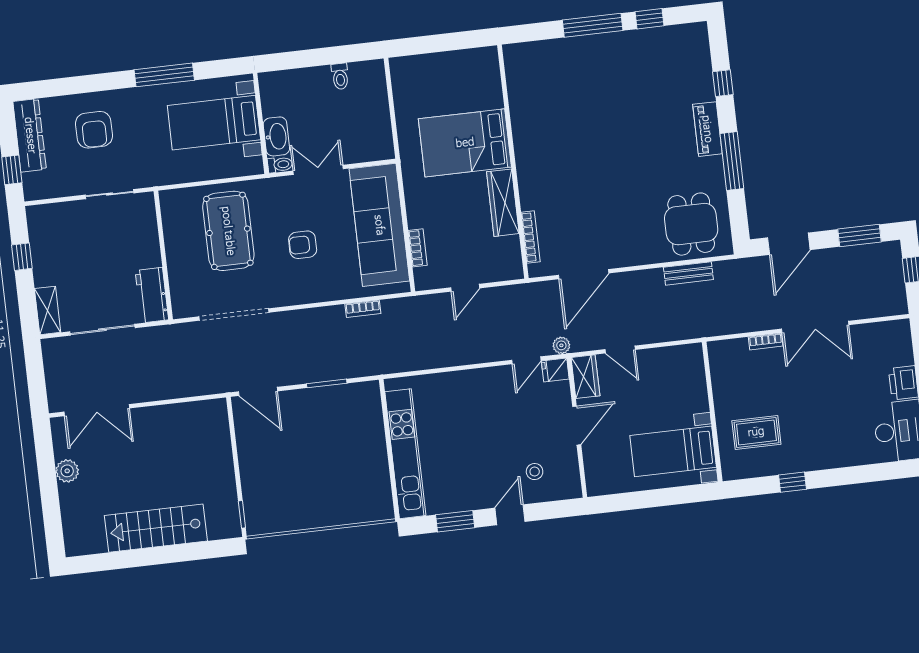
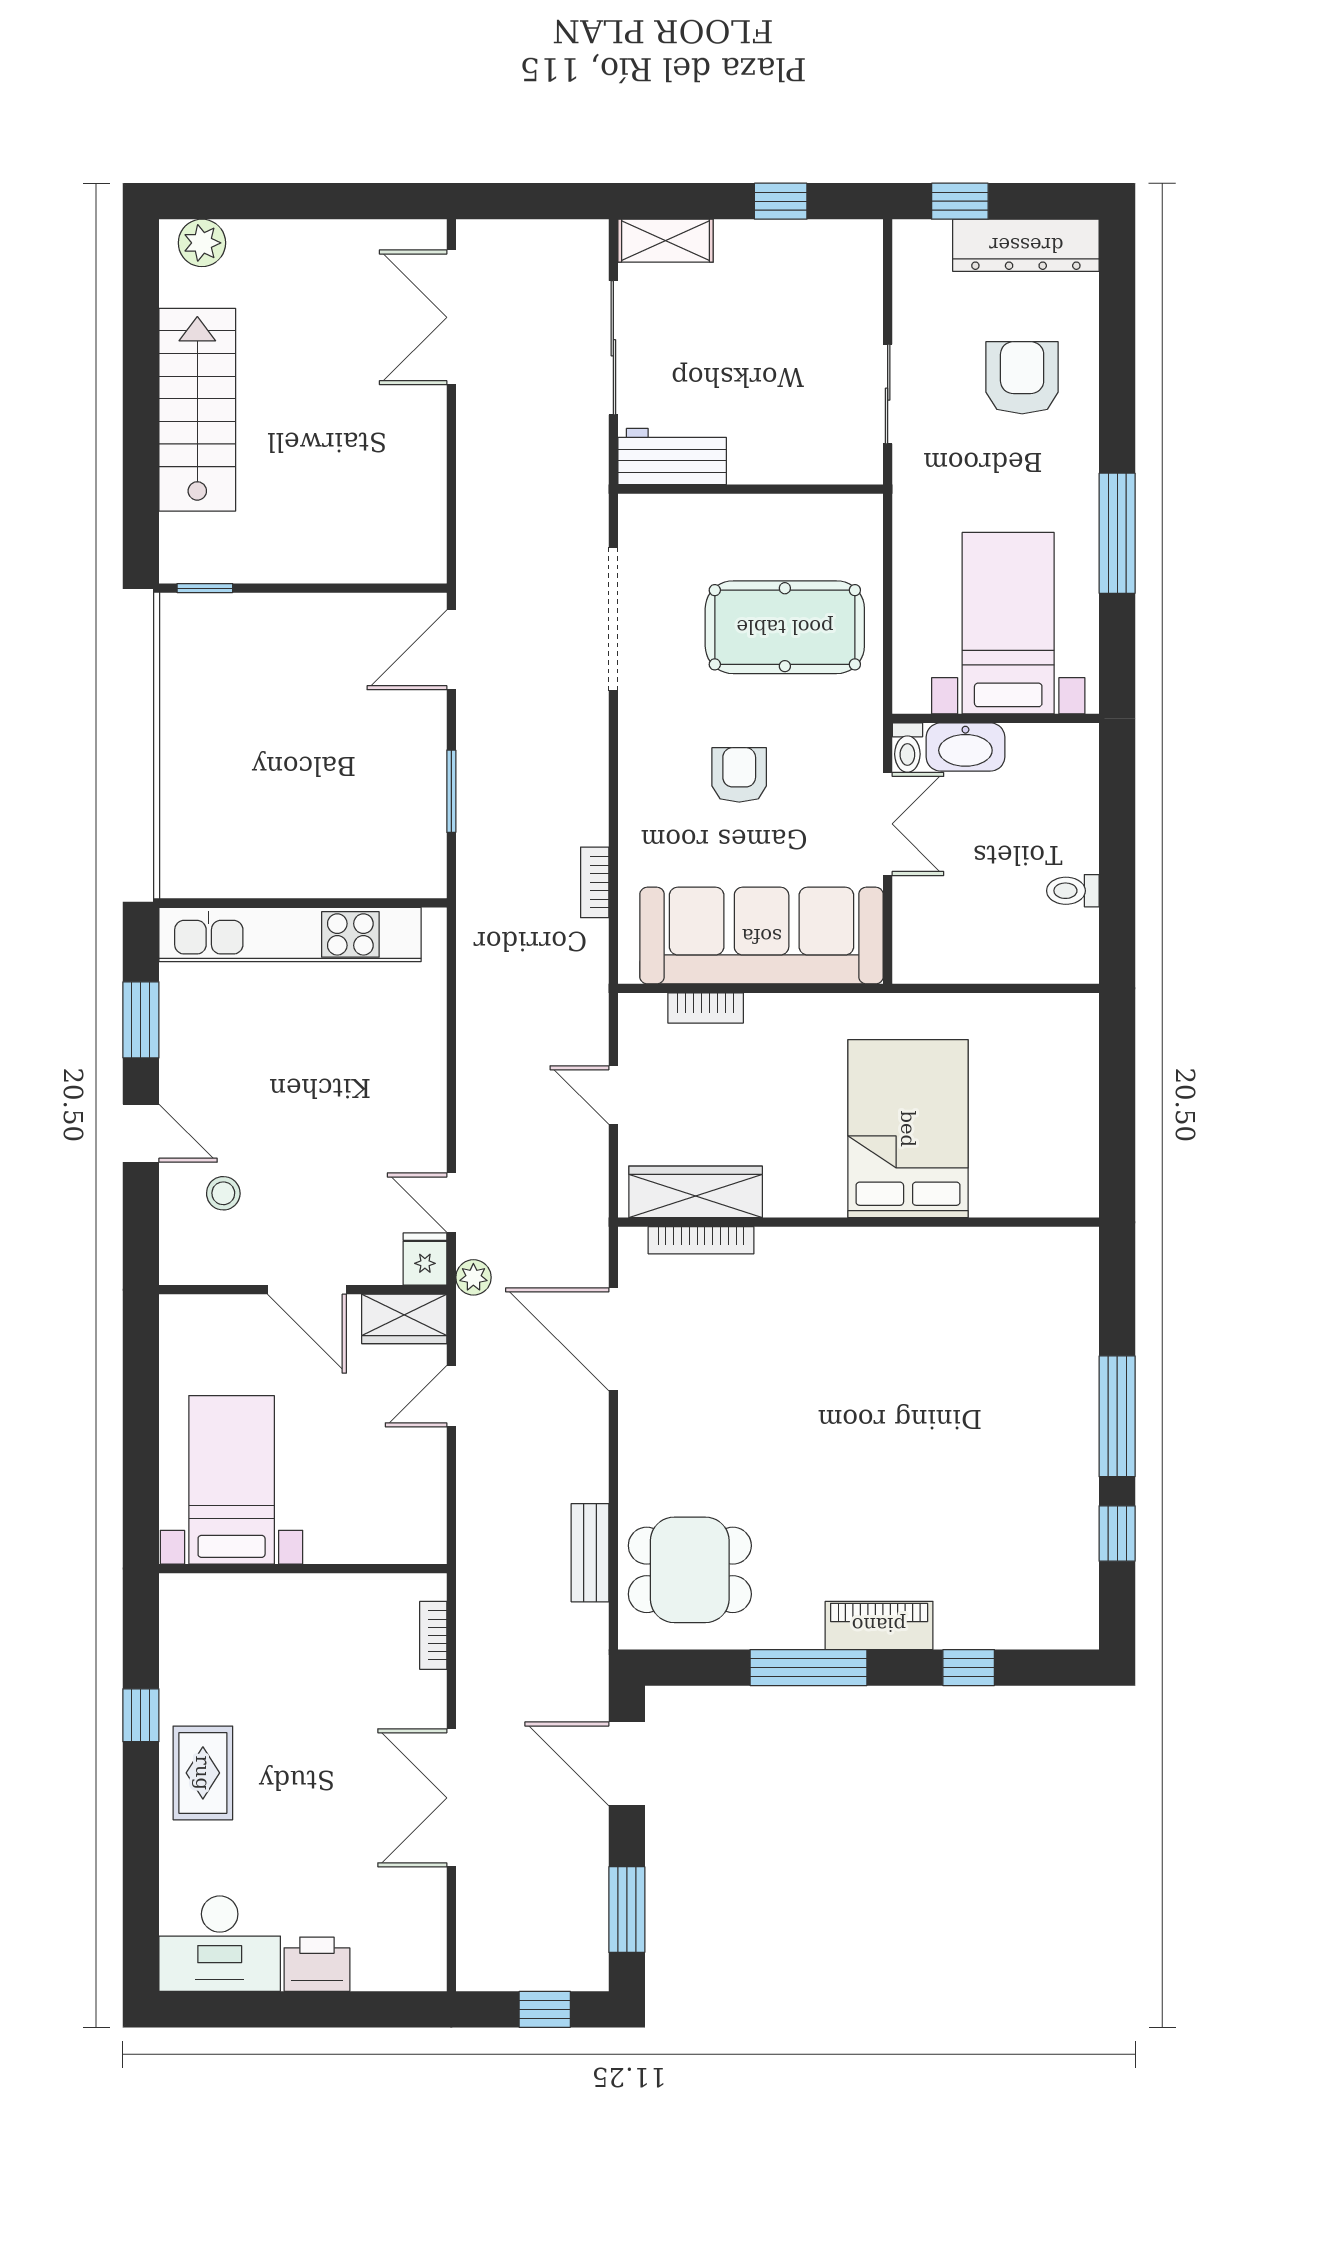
armchair: (94, 130) -> (1022, 378), turned 90
wardrobe: (503, 203) -> (696, 1192), moved
bookcase: (766, 342) -> (433, 1635), moved
rug: (756, 432) -> (203, 1773), moved
plant: (67, 471) -> (202, 243), moved

